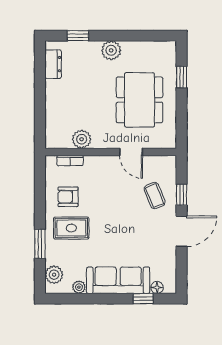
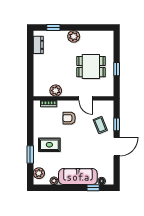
window: (182, 77) -> (117, 69), moved
dining table: (140, 100) -> (91, 67), width x0.73
armchair: (68, 197) -> (69, 118), moved

